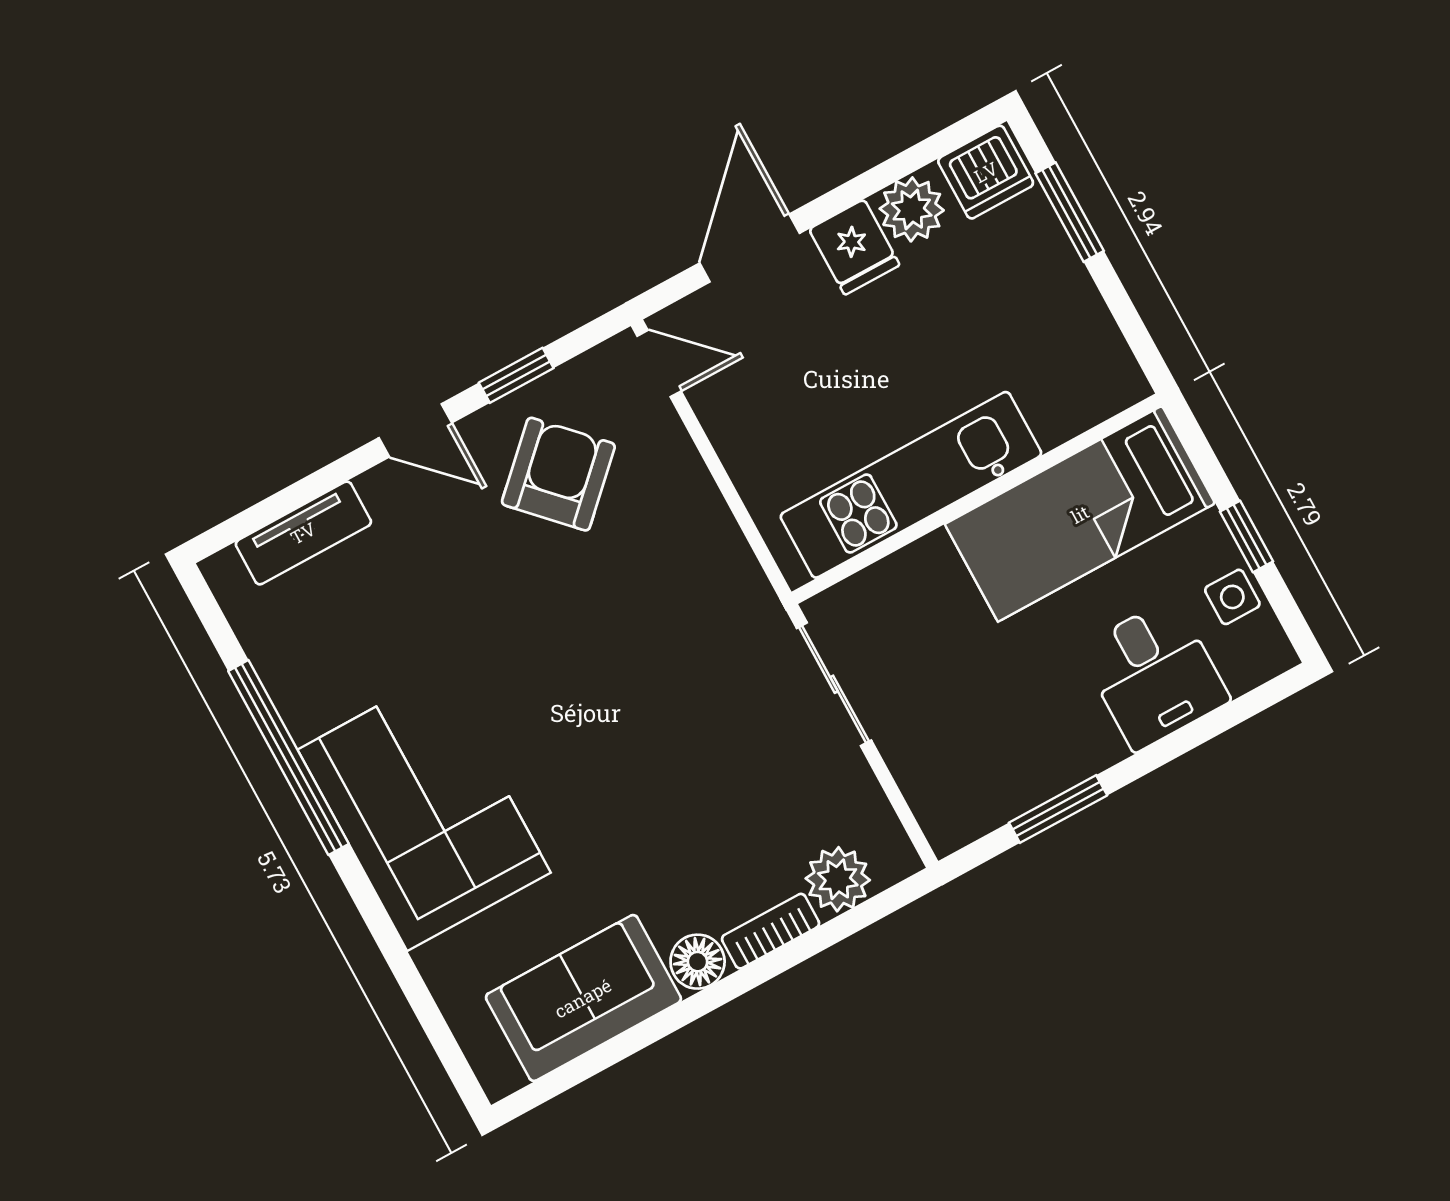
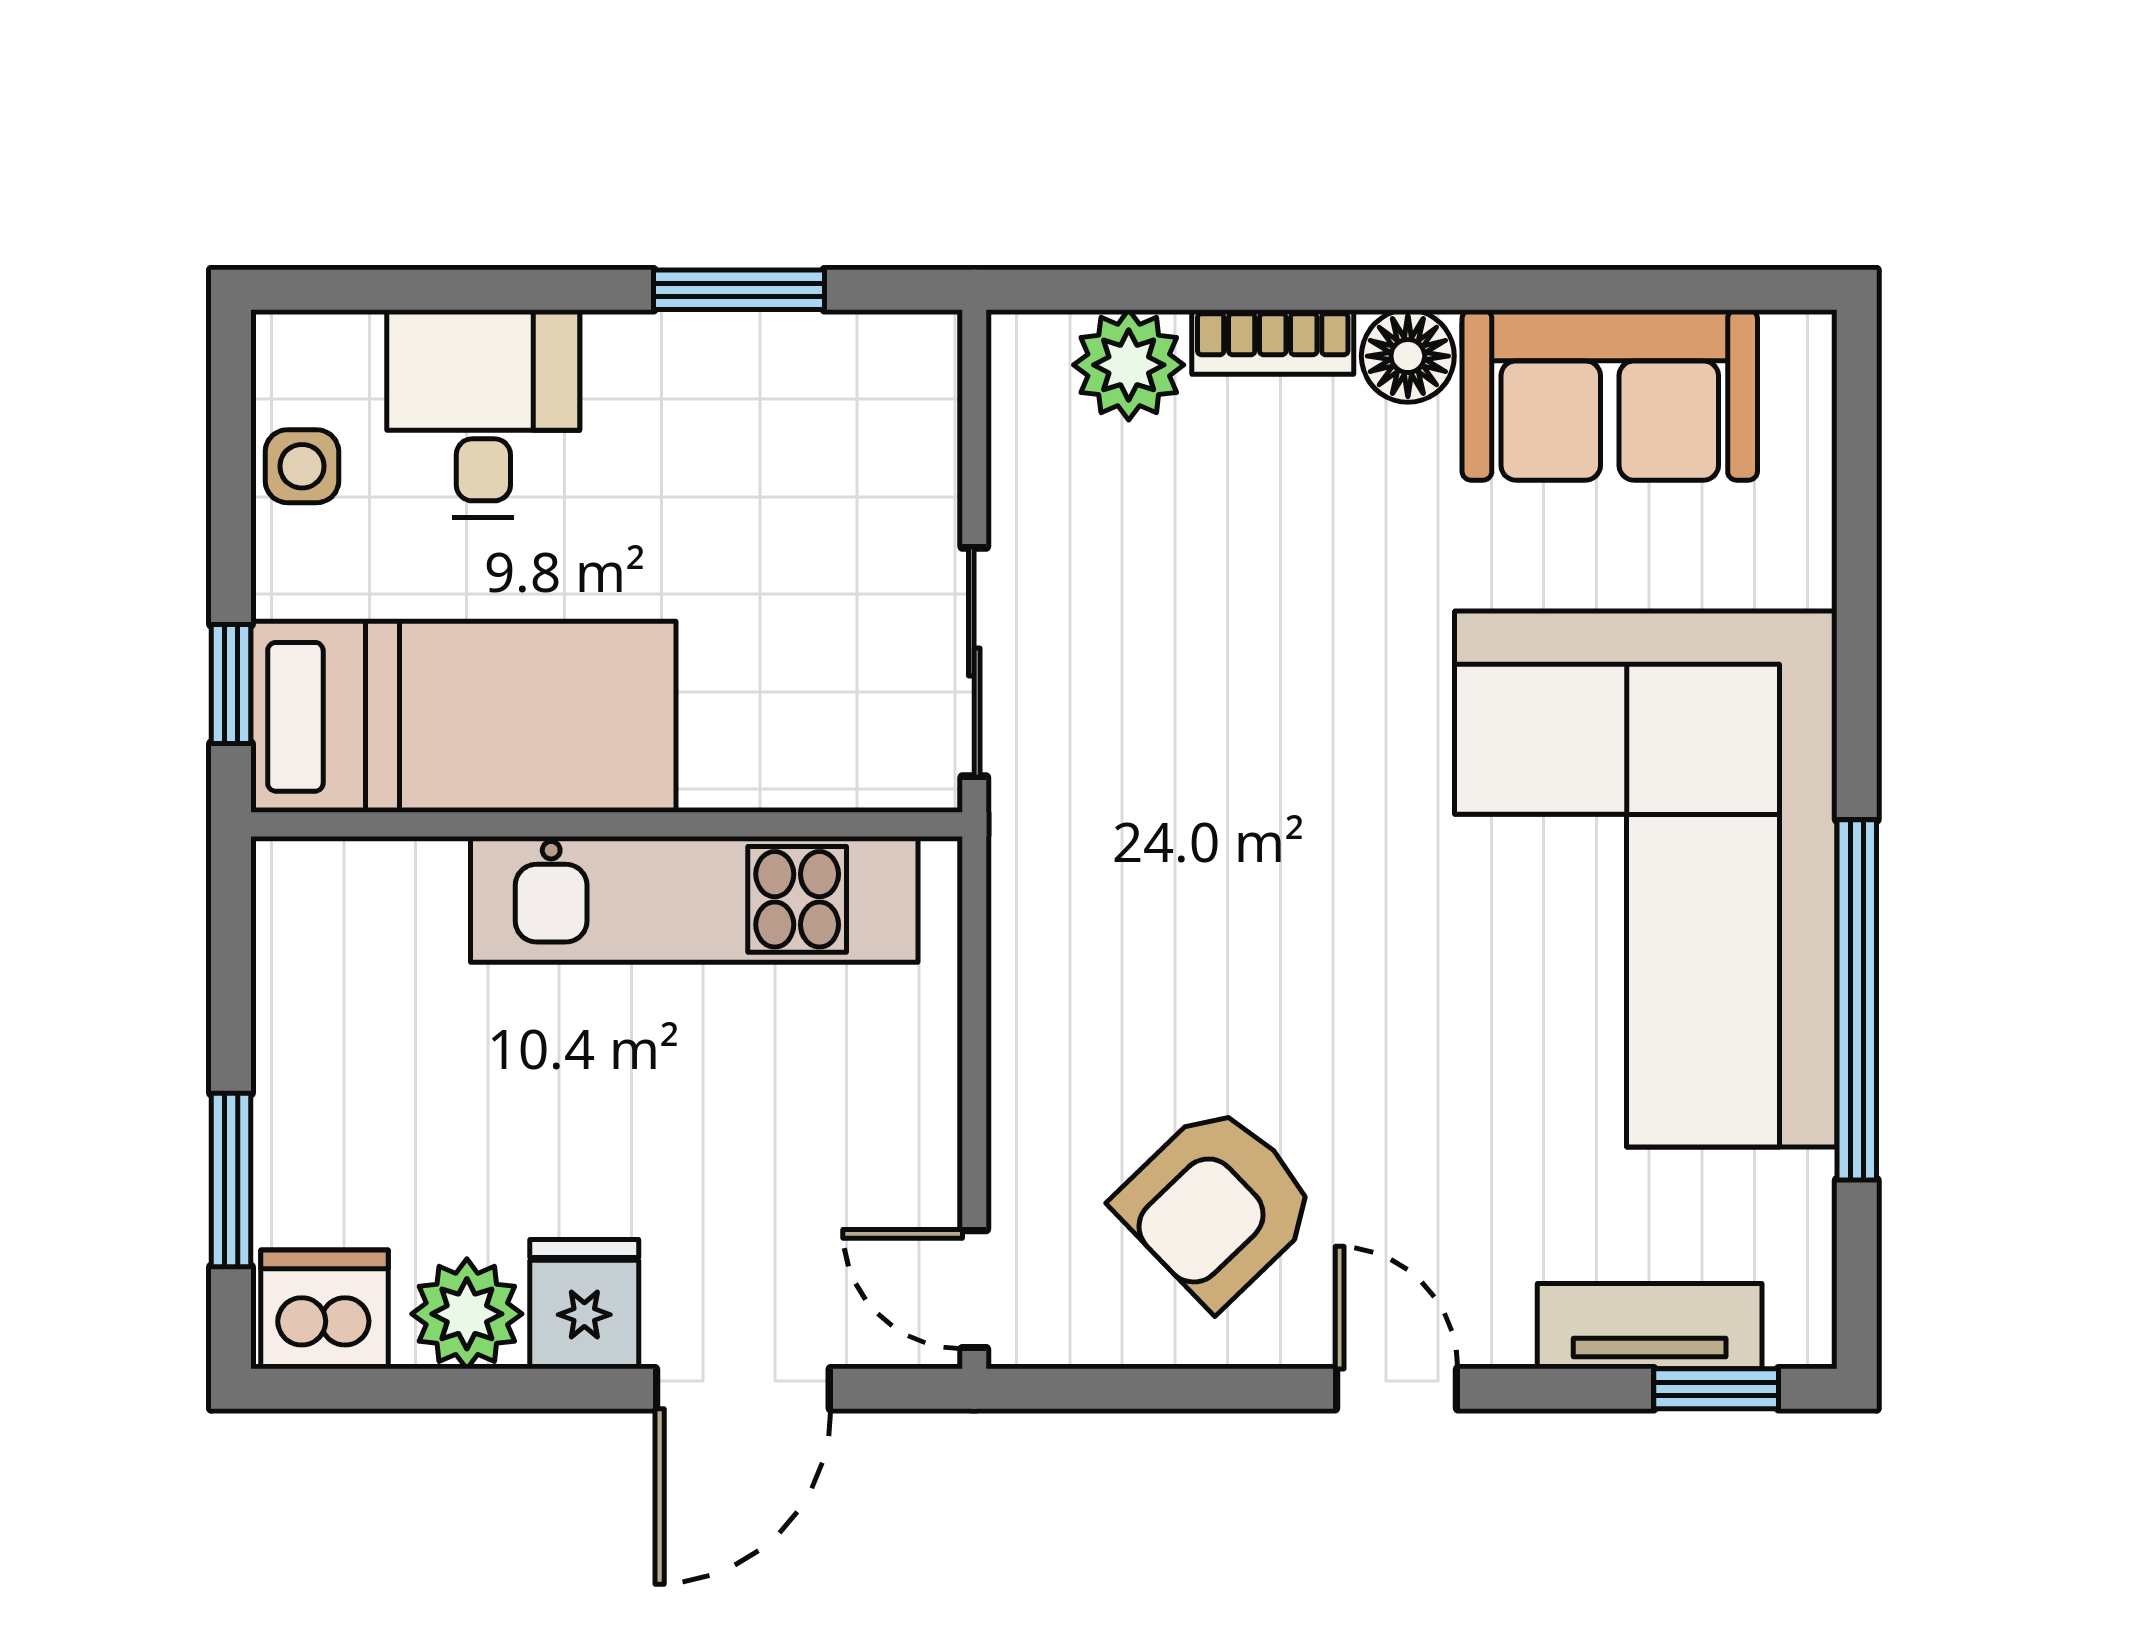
window: (516, 375) -> (1716, 1389), moved
window: (1246, 536) -> (231, 684), moved
corner sofa: (424, 811) -> (1646, 879), width x1.36, depth x1.36

